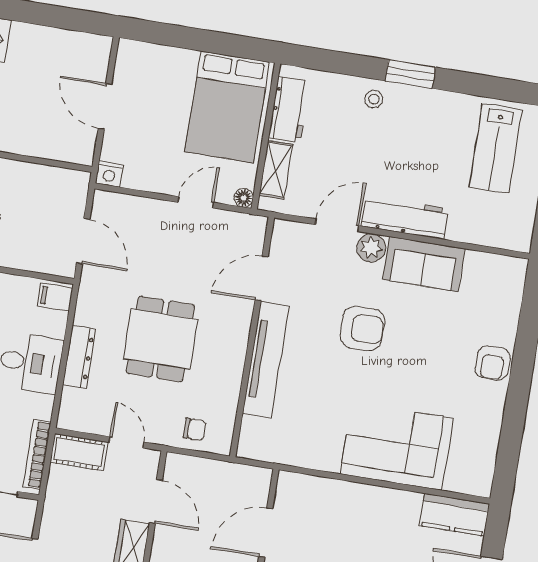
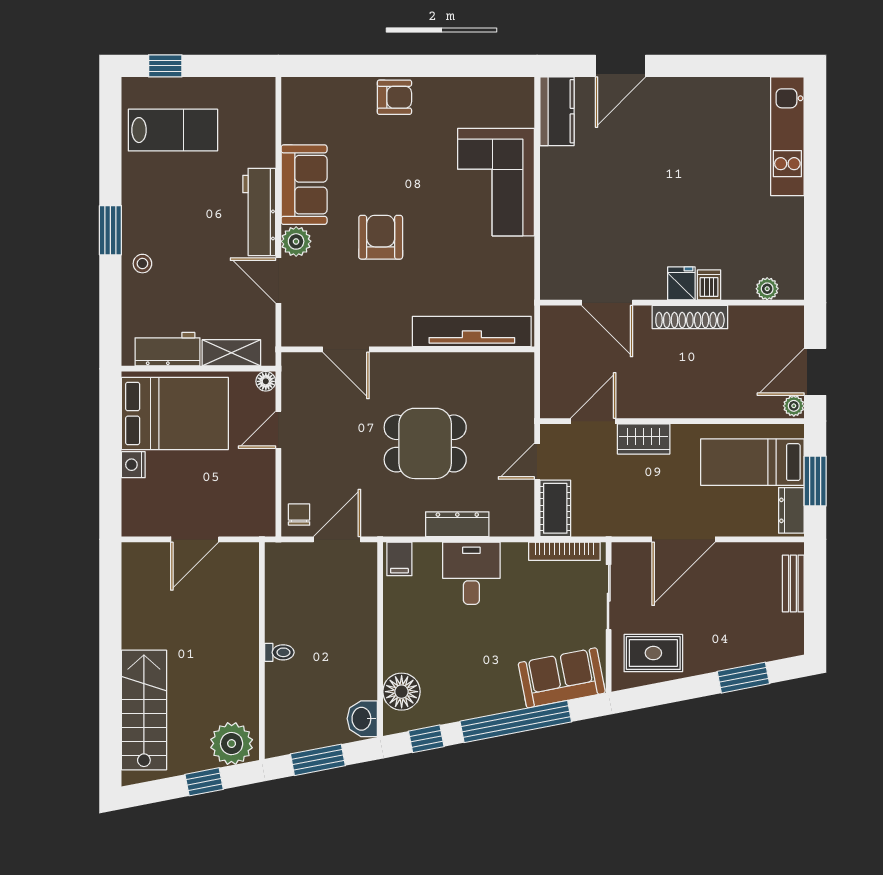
nightstand: (109, 174) -> (133, 465), moved, turned 180
door: (196, 202) -> (278, 430), hinge flipped
tv unit: (266, 360) -> (472, 331), moved
chair: (195, 429) -> (299, 515), moved

